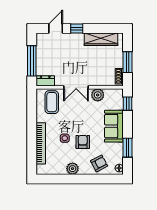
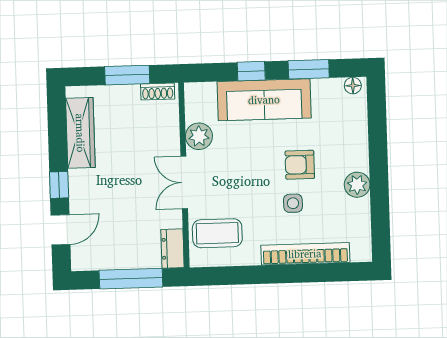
door: (56, 28) -> (61, 230), swing flipped
double door: (76, 87) -> (184, 182), swing flipped
window: (127, 104) -> (251, 71), moved
sofa: (114, 126) -> (264, 100), width x1.36
armchair: (99, 163) -> (344, 129), removed

